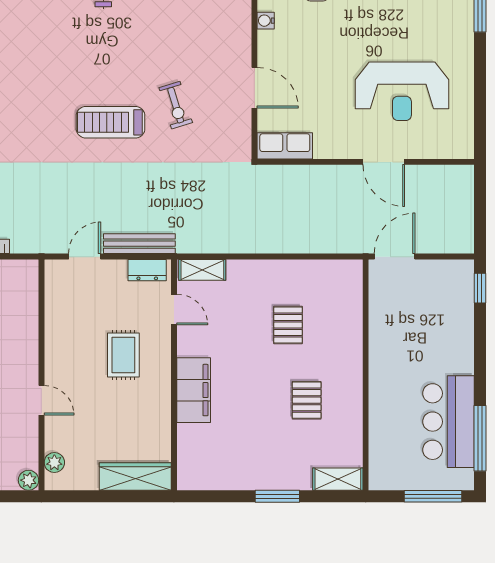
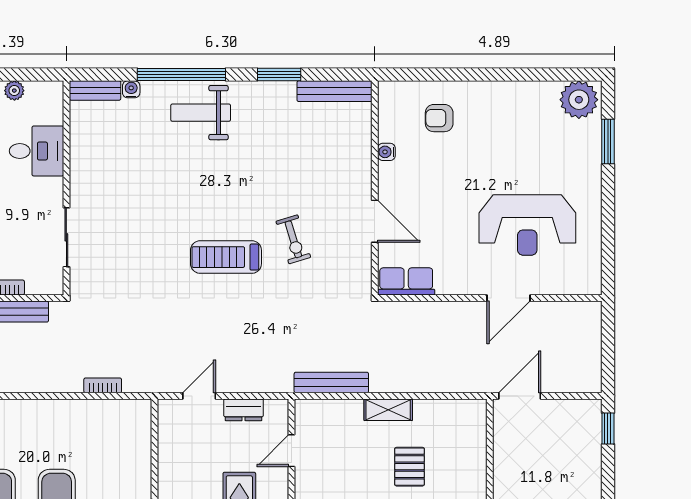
door: (384, 162) -> (509, 298), hinge flipped
bench: (139, 244) -> (331, 383), moved
dresser: (147, 270) -> (244, 410), moved
shelving: (202, 270) -> (388, 410), moved
door: (174, 310) -> (292, 451), swing flipped

